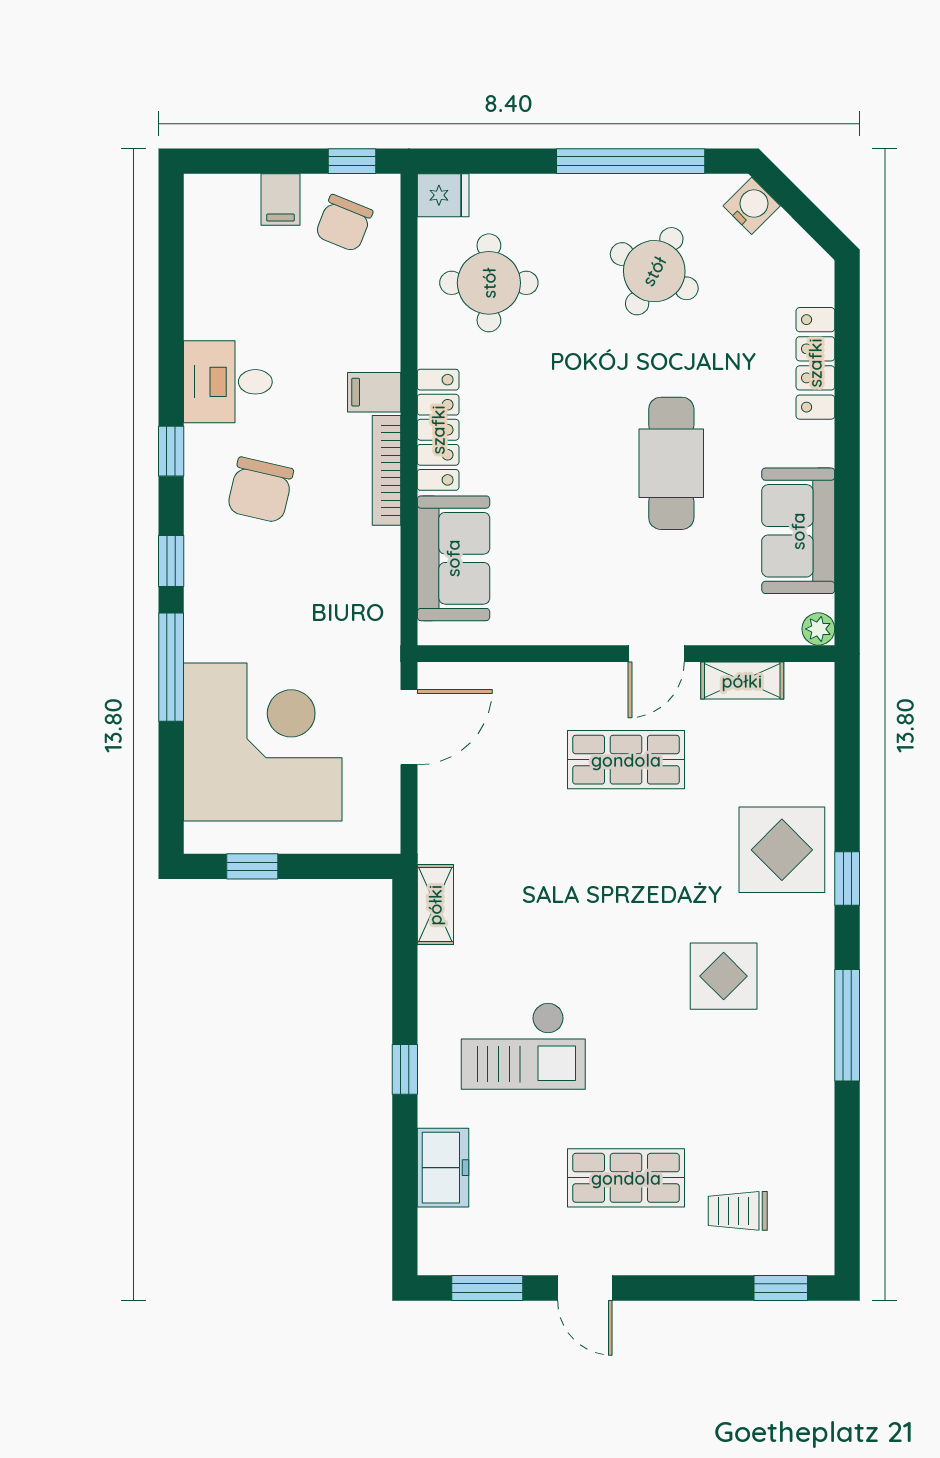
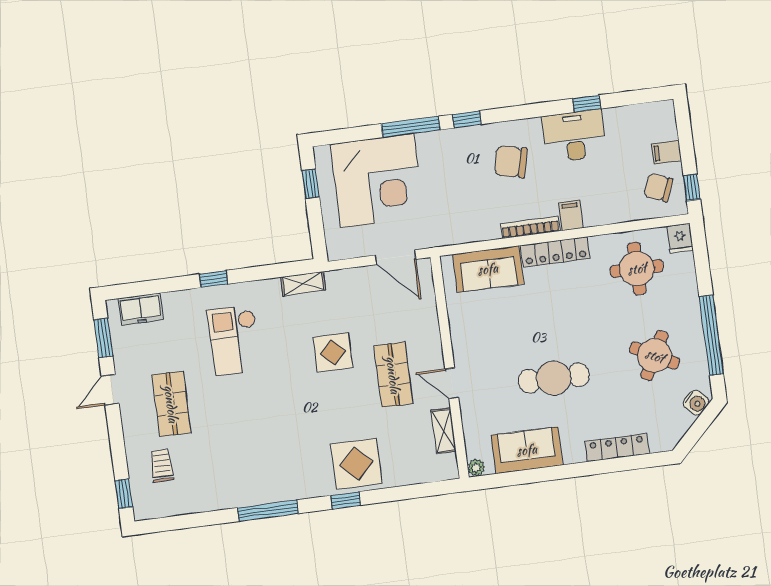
desk: (228, 382) -> (574, 136), width x1.37
window: (171, 451) -> (587, 104), moved
display table: (724, 976) -> (333, 352), moved
freezer: (443, 1168) -> (141, 309), moved

